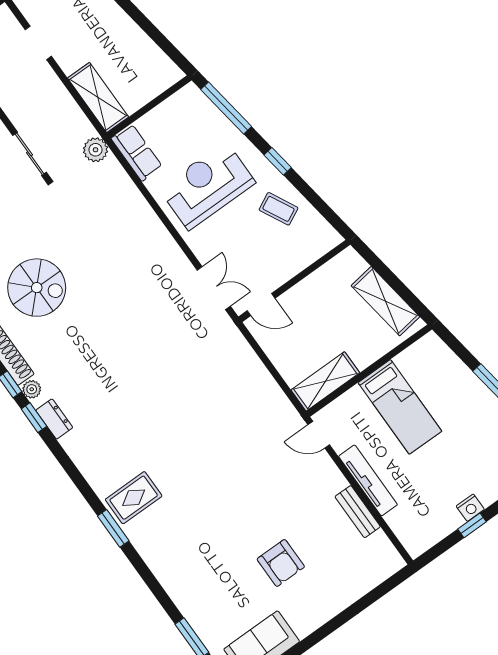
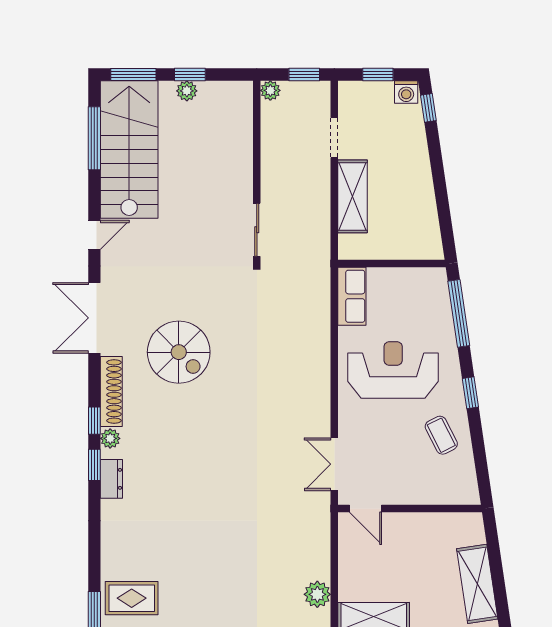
shelving: (98, 97) -> (353, 196), moved
plant: (95, 150) -> (317, 594), moved
double door: (214, 288) -> (334, 464), swing flipped

